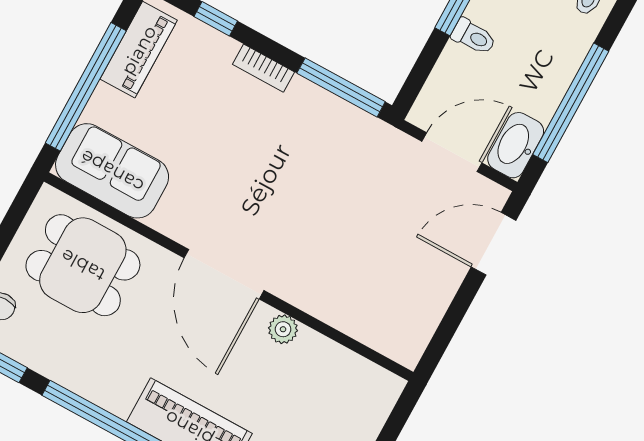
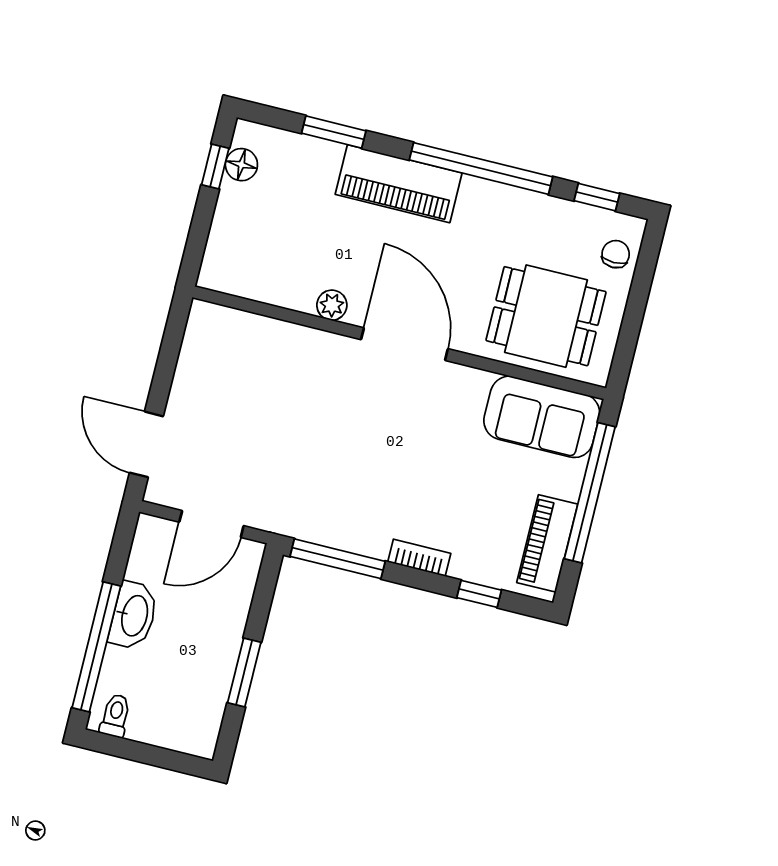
toilet: (473, 37) -> (220, 643), removed
window: (571, 103) -> (96, 647), moved
washbasin: (516, 145) -> (134, 615), moved
door: (494, 244) -> (146, 444), swing flipped

